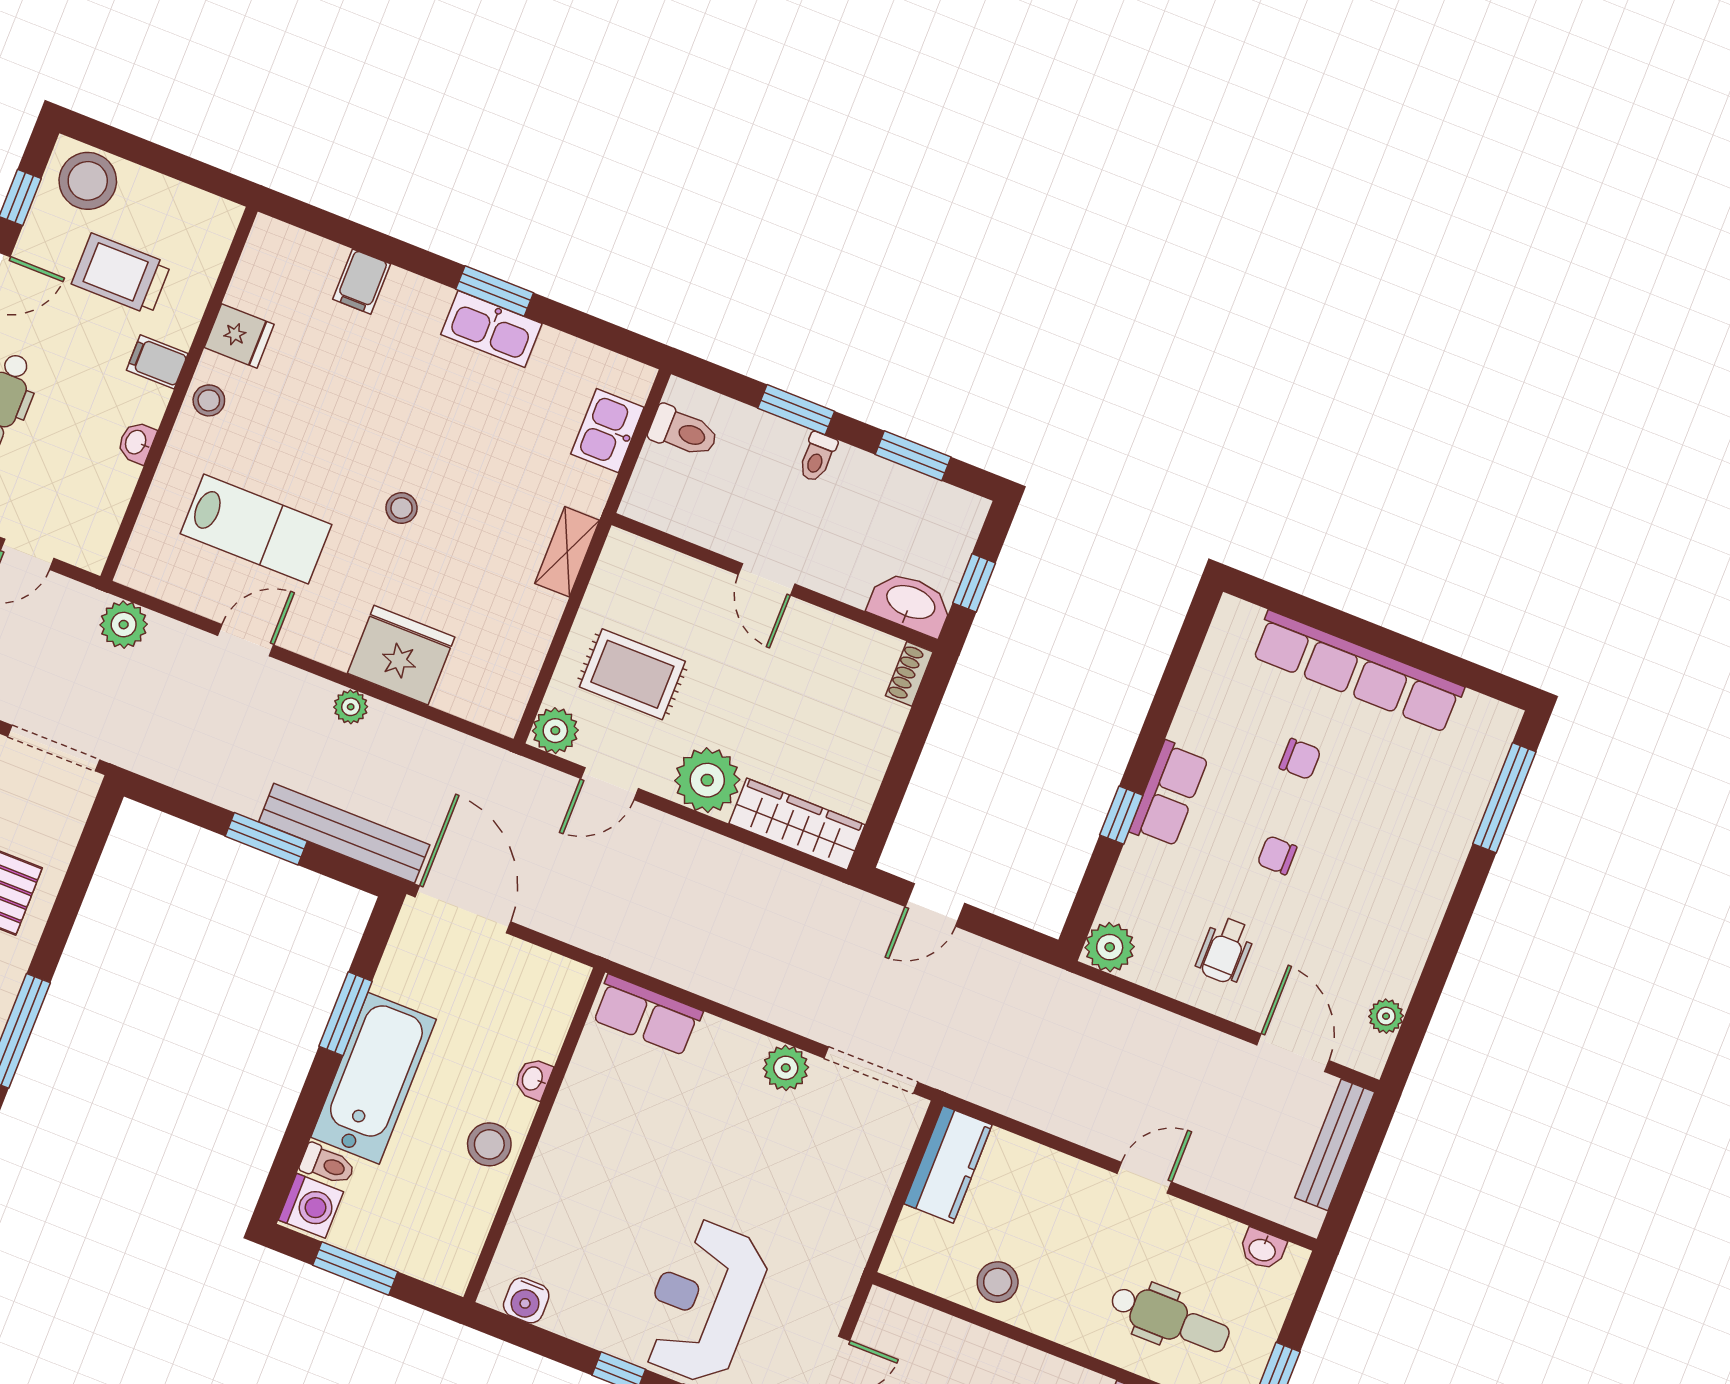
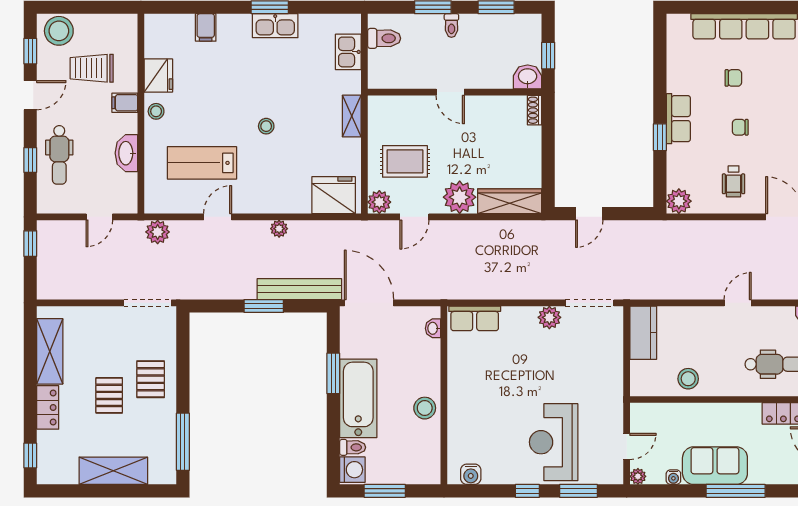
fridge: (239, 336) -> (158, 76), width x1.38
washbasin: (136, 442) -> (126, 153), width x1.91, depth x1.45
lab bench: (256, 529) -> (202, 163), turned 180
washbasin: (910, 603) -> (528, 77), width x0.72
fridge: (401, 655) -> (334, 195), moved
washbasin: (533, 1079) -> (433, 328), moved

